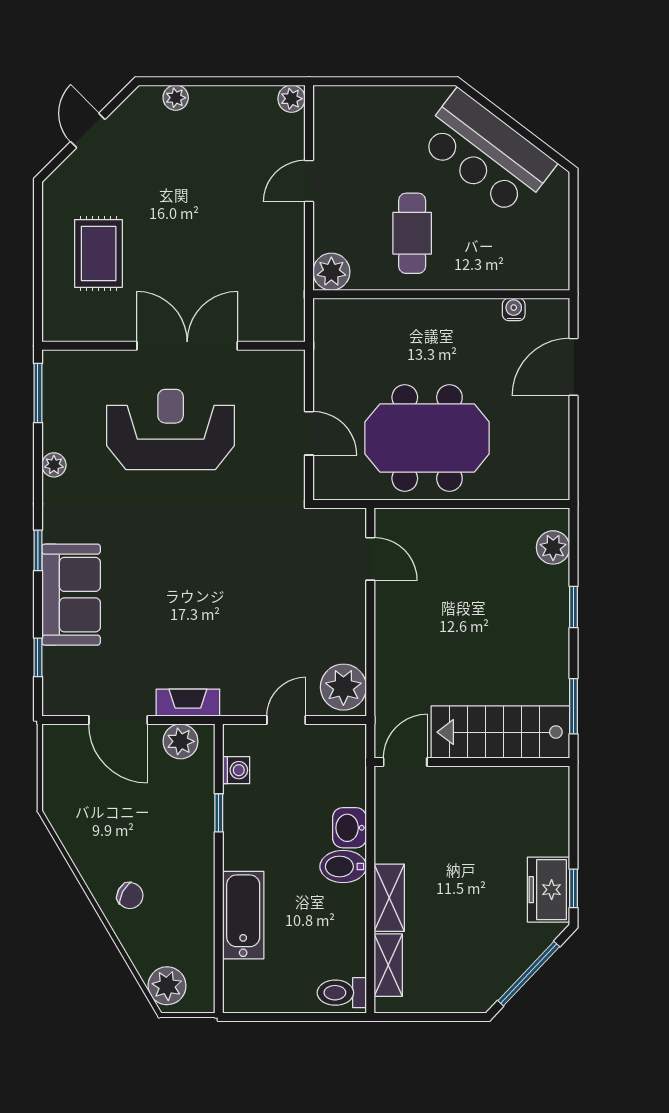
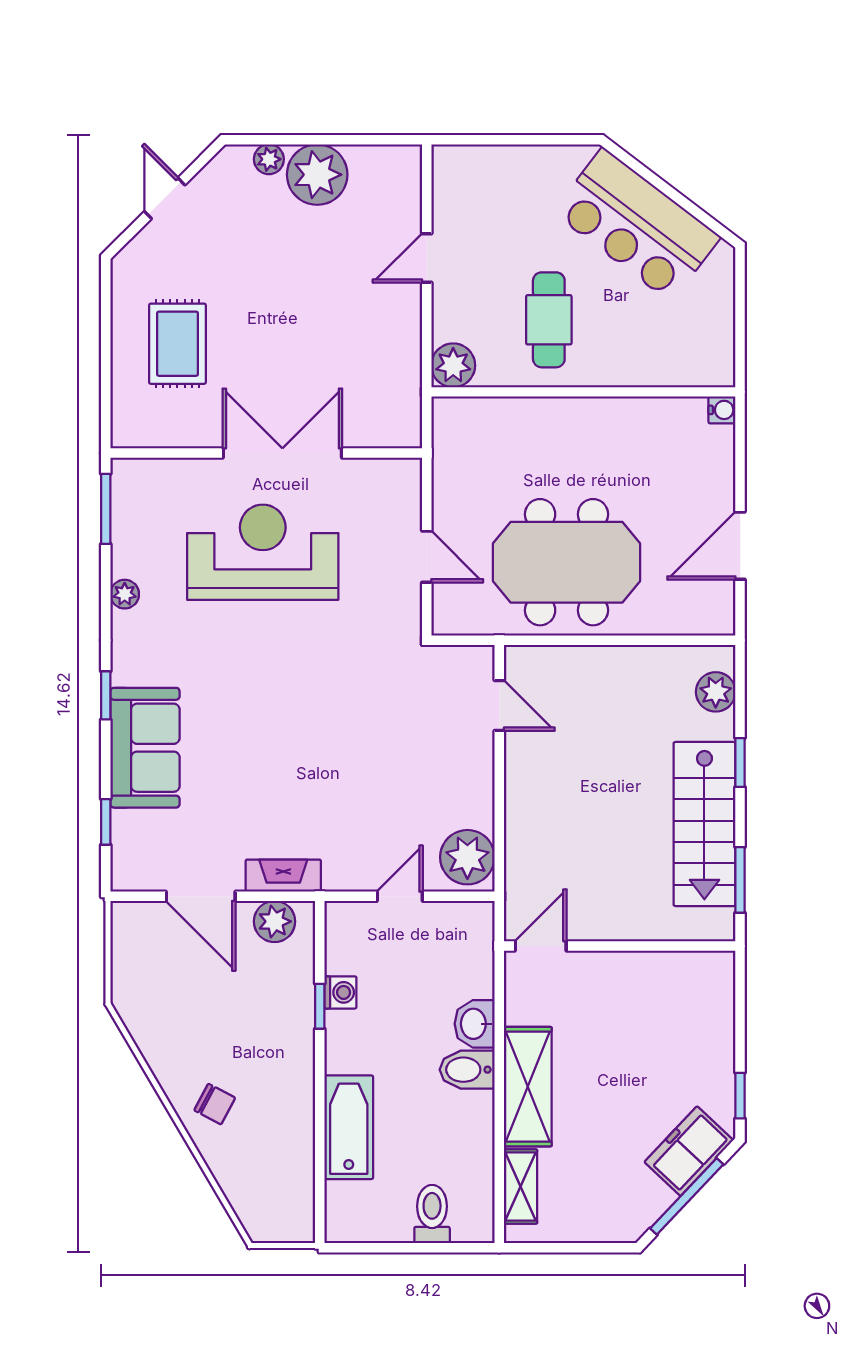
plant: (291, 99) -> (317, 175), moved, width x1.88, depth x1.88
water cooler: (514, 309) -> (722, 410), moved, turned 90
door: (574, 367) -> (740, 546), moved
stairs: (500, 732) -> (704, 824), moved, turned -90
washing machine: (236, 770) -> (340, 992), moved
freezer: (549, 890) -> (689, 1151), moved, turned 43
shelving: (389, 898) -> (528, 1087), width x1.50, depth x1.33
plant: (167, 986) -> (259, 1211), removed
toilet: (342, 993) -> (432, 1214), moved, turned 90

